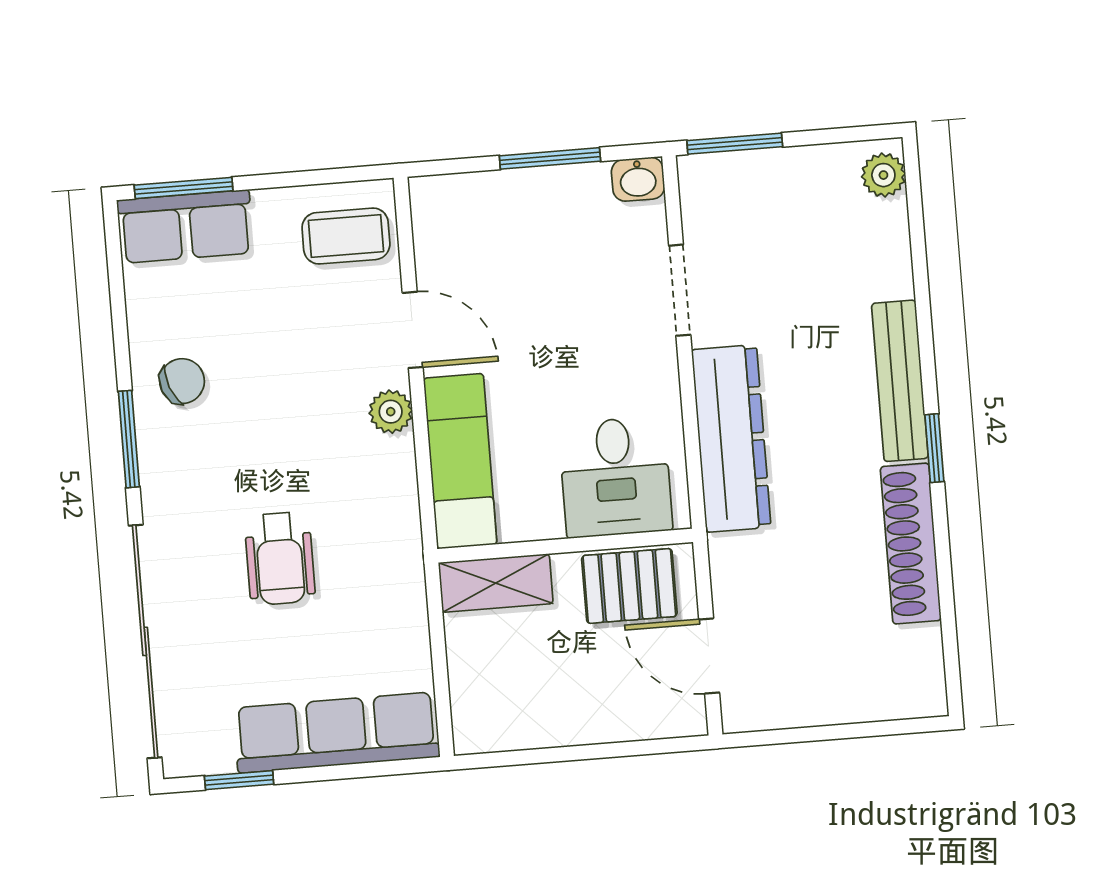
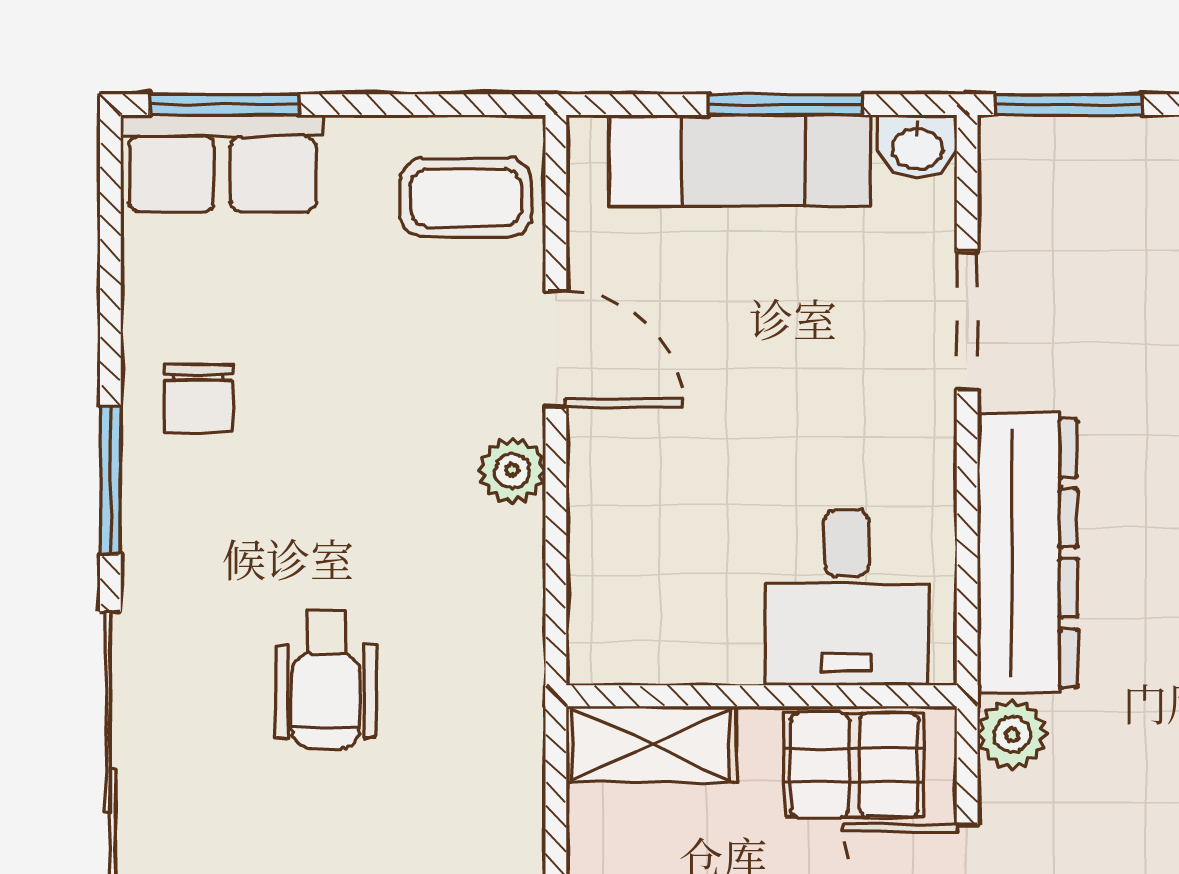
chair: (182, 381) -> (198, 398), turned 111
exam couch: (460, 461) -> (740, 161), moved, turned 90
plant: (731, 558) -> (1012, 735), added

